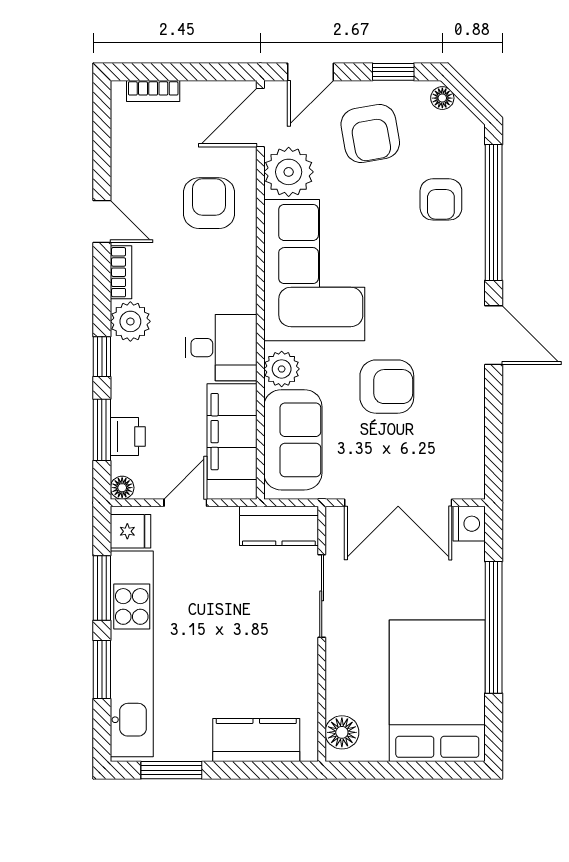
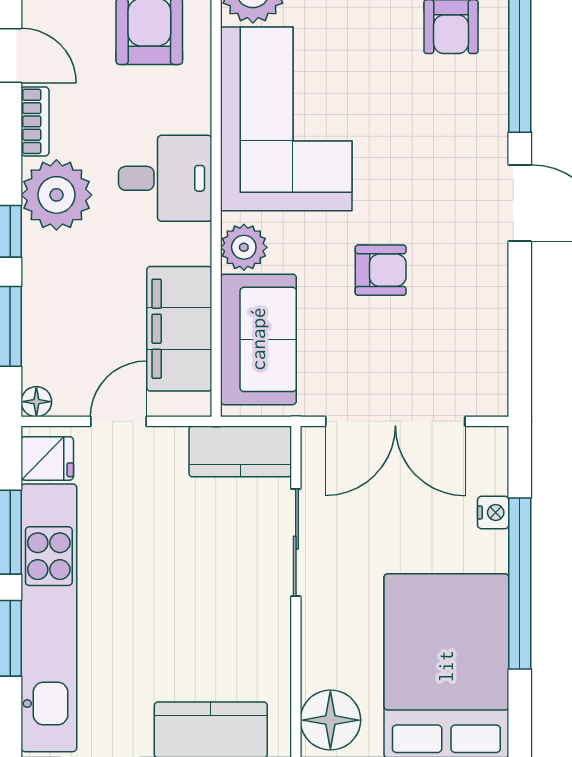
plant: (130, 321) -> (56, 195), width x1.36, depth x1.36
desk: (221, 348) -> (165, 178), moved
armchair: (387, 387) -> (381, 270), width x0.72, depth x0.72
printer: (128, 437) -> (44, 335), removed
nightstand: (469, 524) -> (493, 512), moved, width x0.72, depth x0.74
floor lamp: (342, 732) -> (330, 720), width x1.38, depth x1.38

